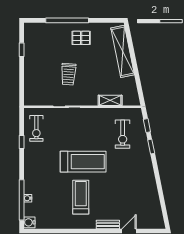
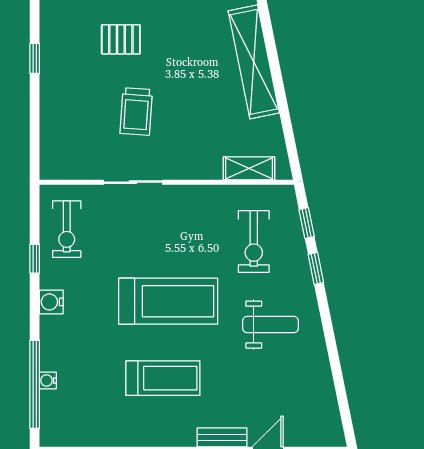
pallet: (81, 38) -> (121, 39), moved
shelving: (110, 100) -> (249, 168), moved
weight bench: (130, 172) -> (270, 325), added
treadmill: (81, 197) -> (163, 378), turned 90
water cooler: (29, 222) -> (51, 302), moved

